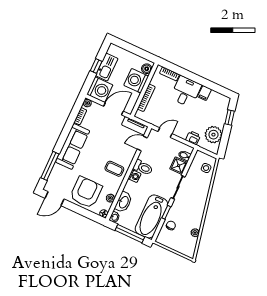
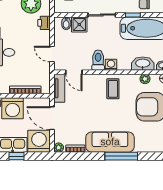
window: (50, 166) -> (121, 156), moved

